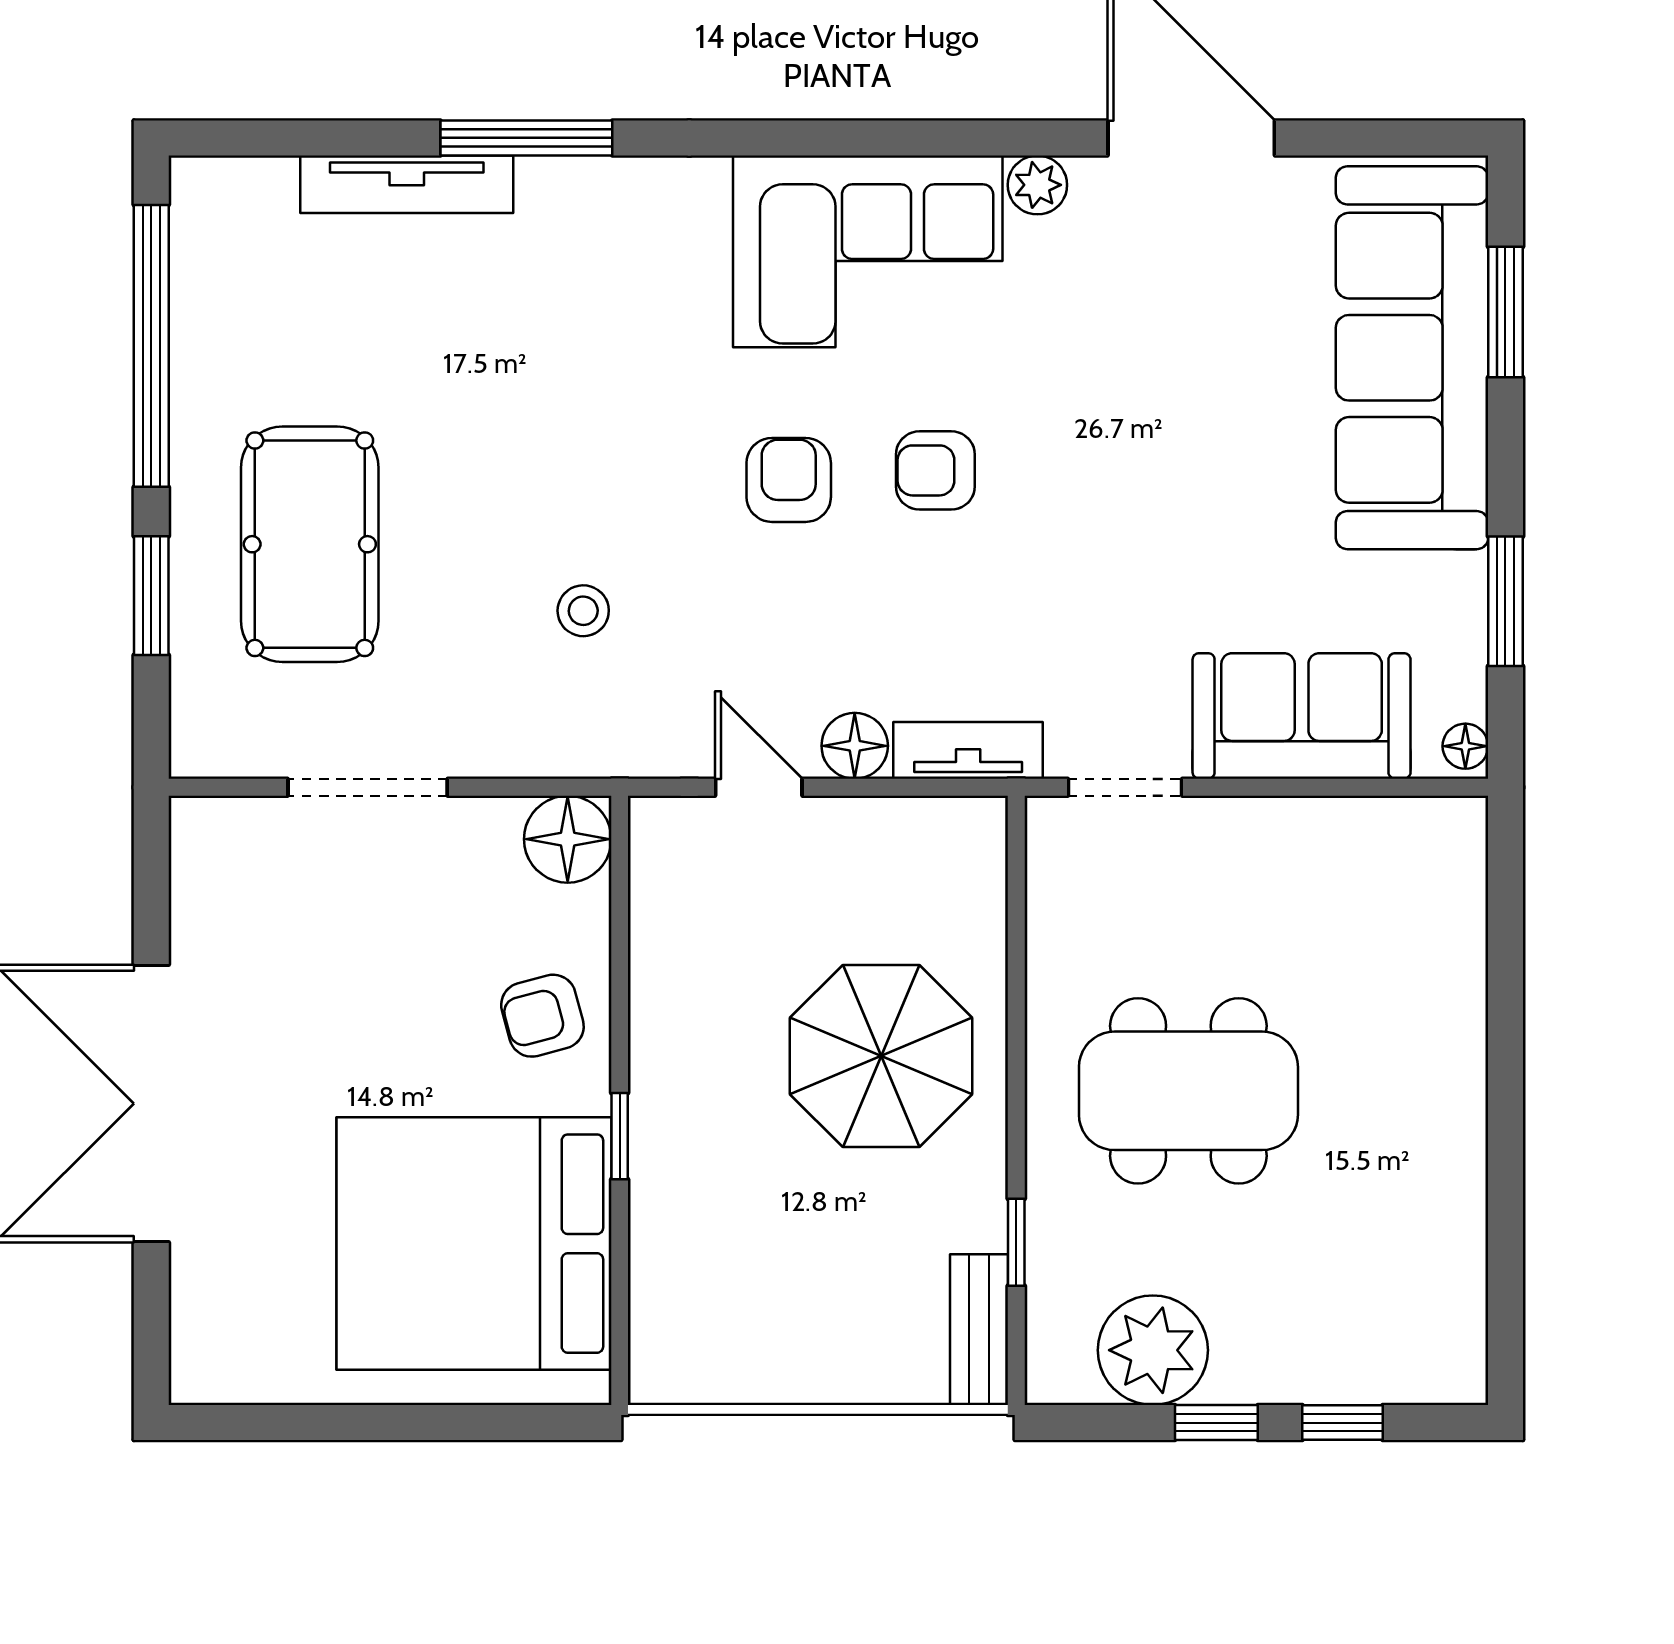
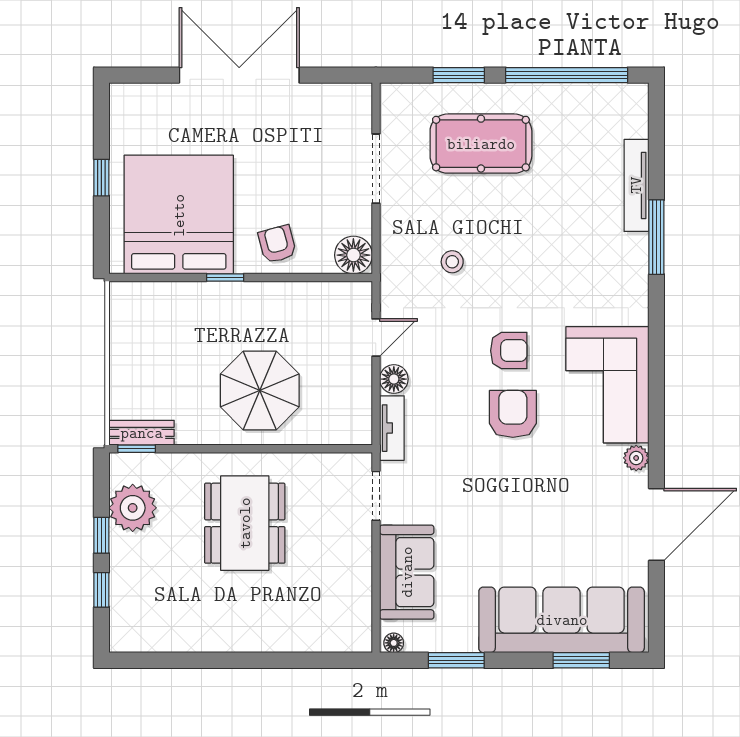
armchair: (935, 470) -> (513, 414), width x1.38, depth x1.38
window: (1016, 1242) -> (137, 449), moved
window: (389, 1423) -> (101, 178), added

